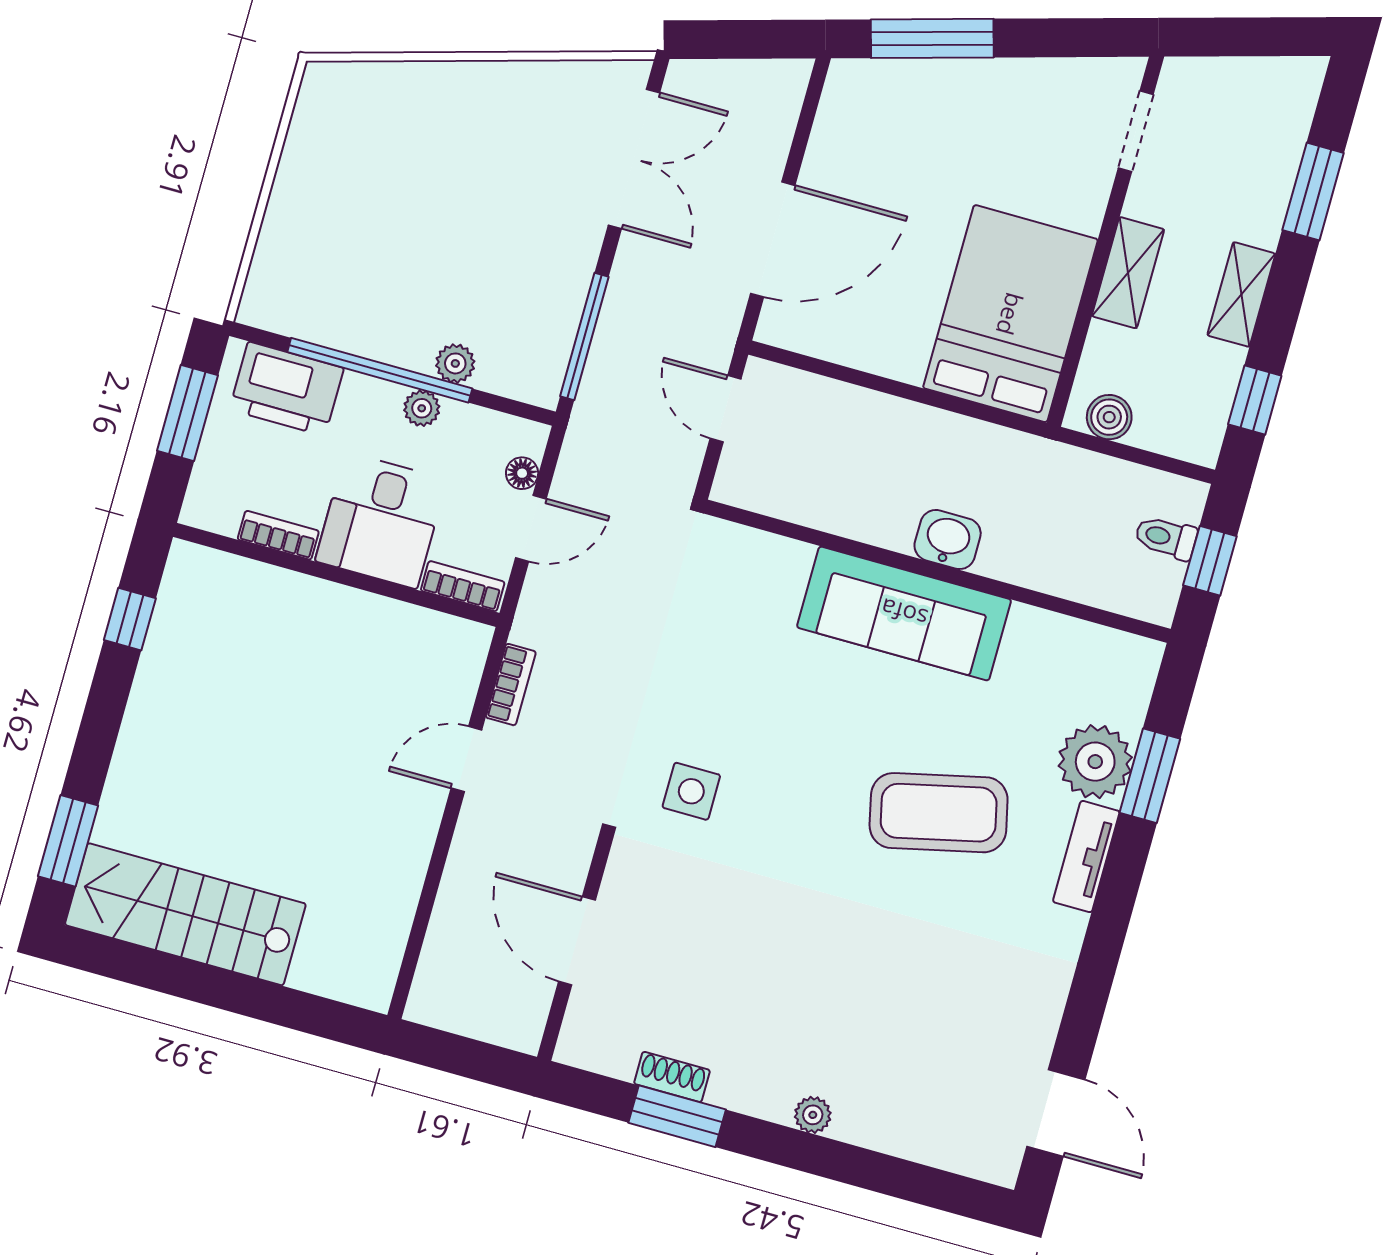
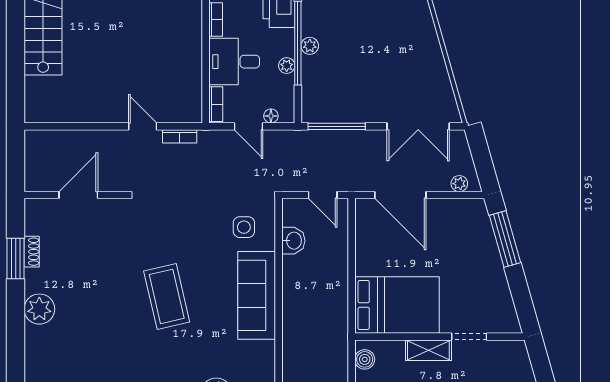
plant: (784, 104) -> (459, 184), added
doorway: (1136, 131) -> (469, 337), moved
plant: (455, 363) -> (310, 46), moved
door: (726, 409) -> (323, 195), swing flipped
washbasin: (948, 540) -> (293, 241), moved
side table: (691, 791) -> (244, 227), moved
coffee table: (939, 813) -> (167, 296), moved
plant: (813, 1115) -> (39, 309), width x1.88, depth x1.88

